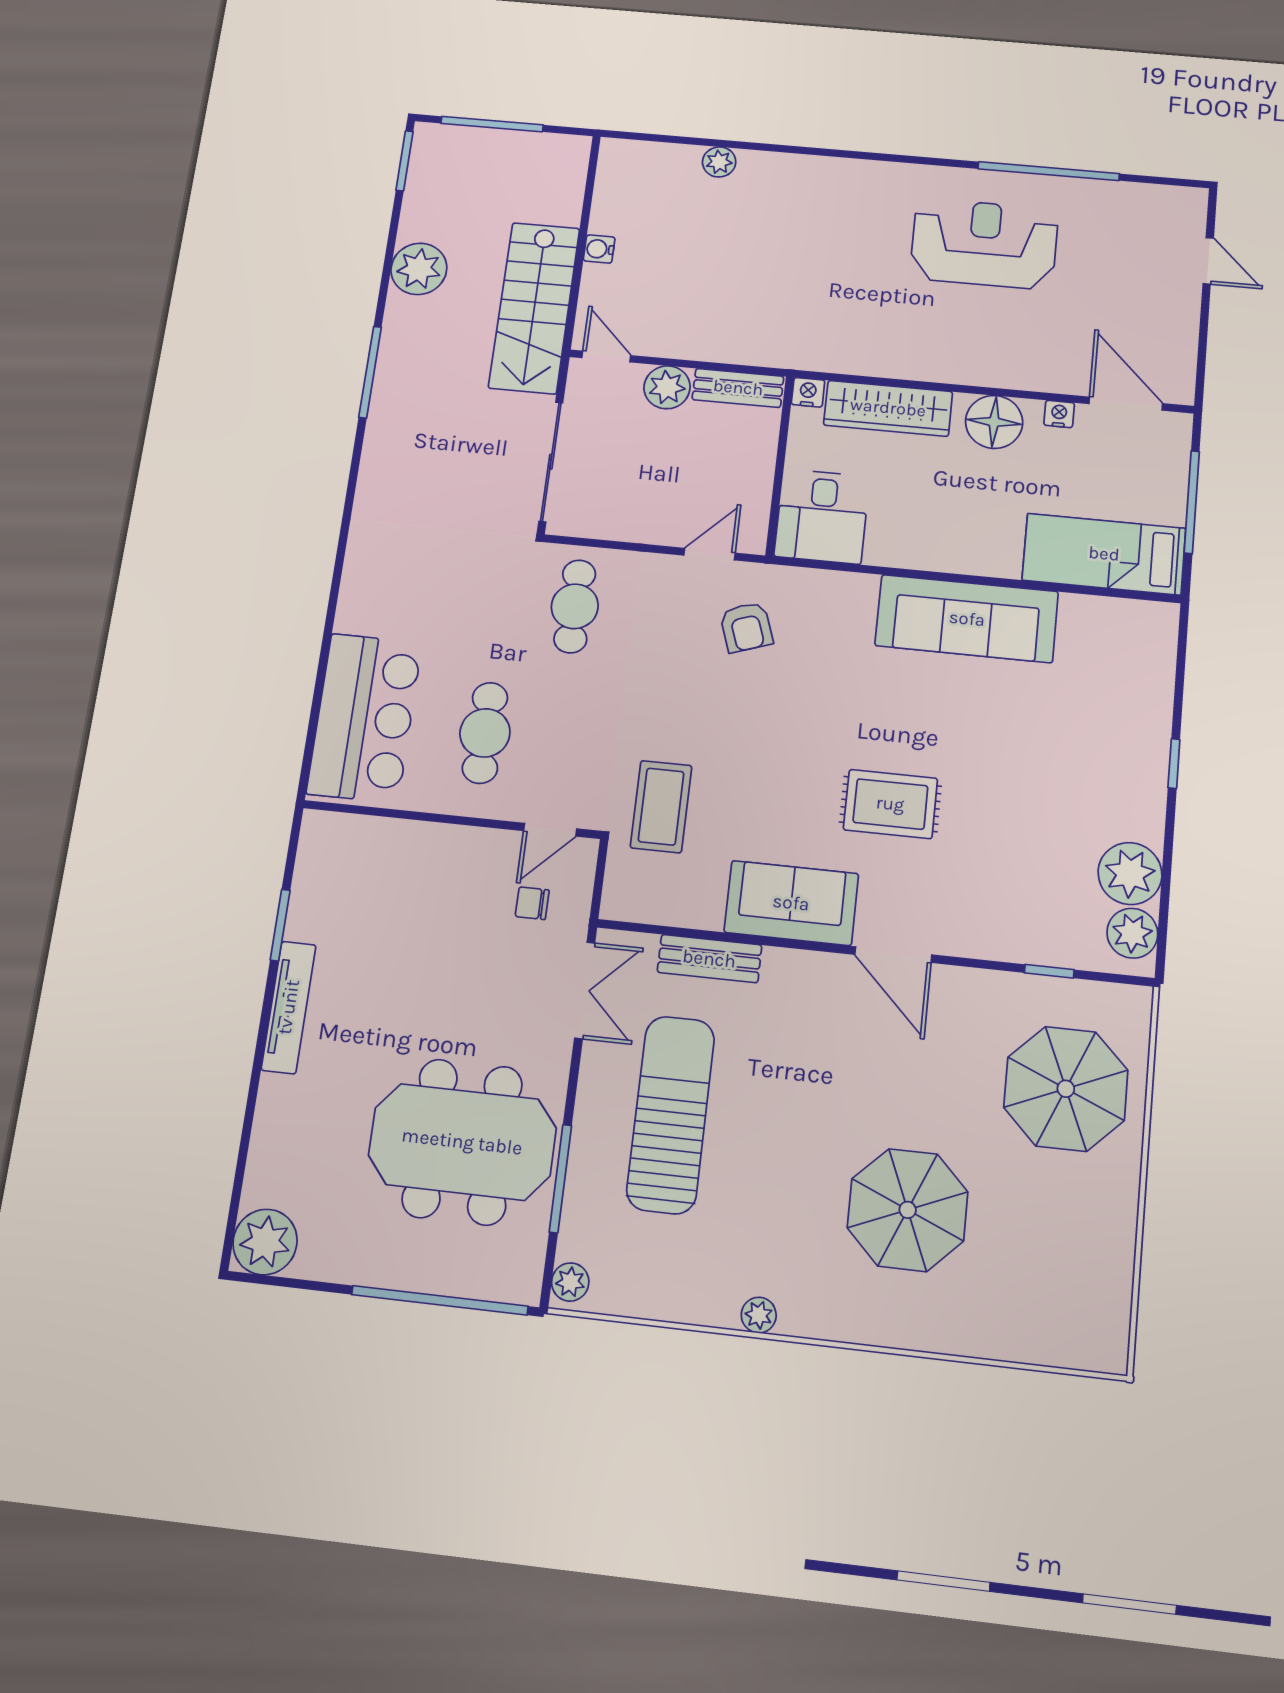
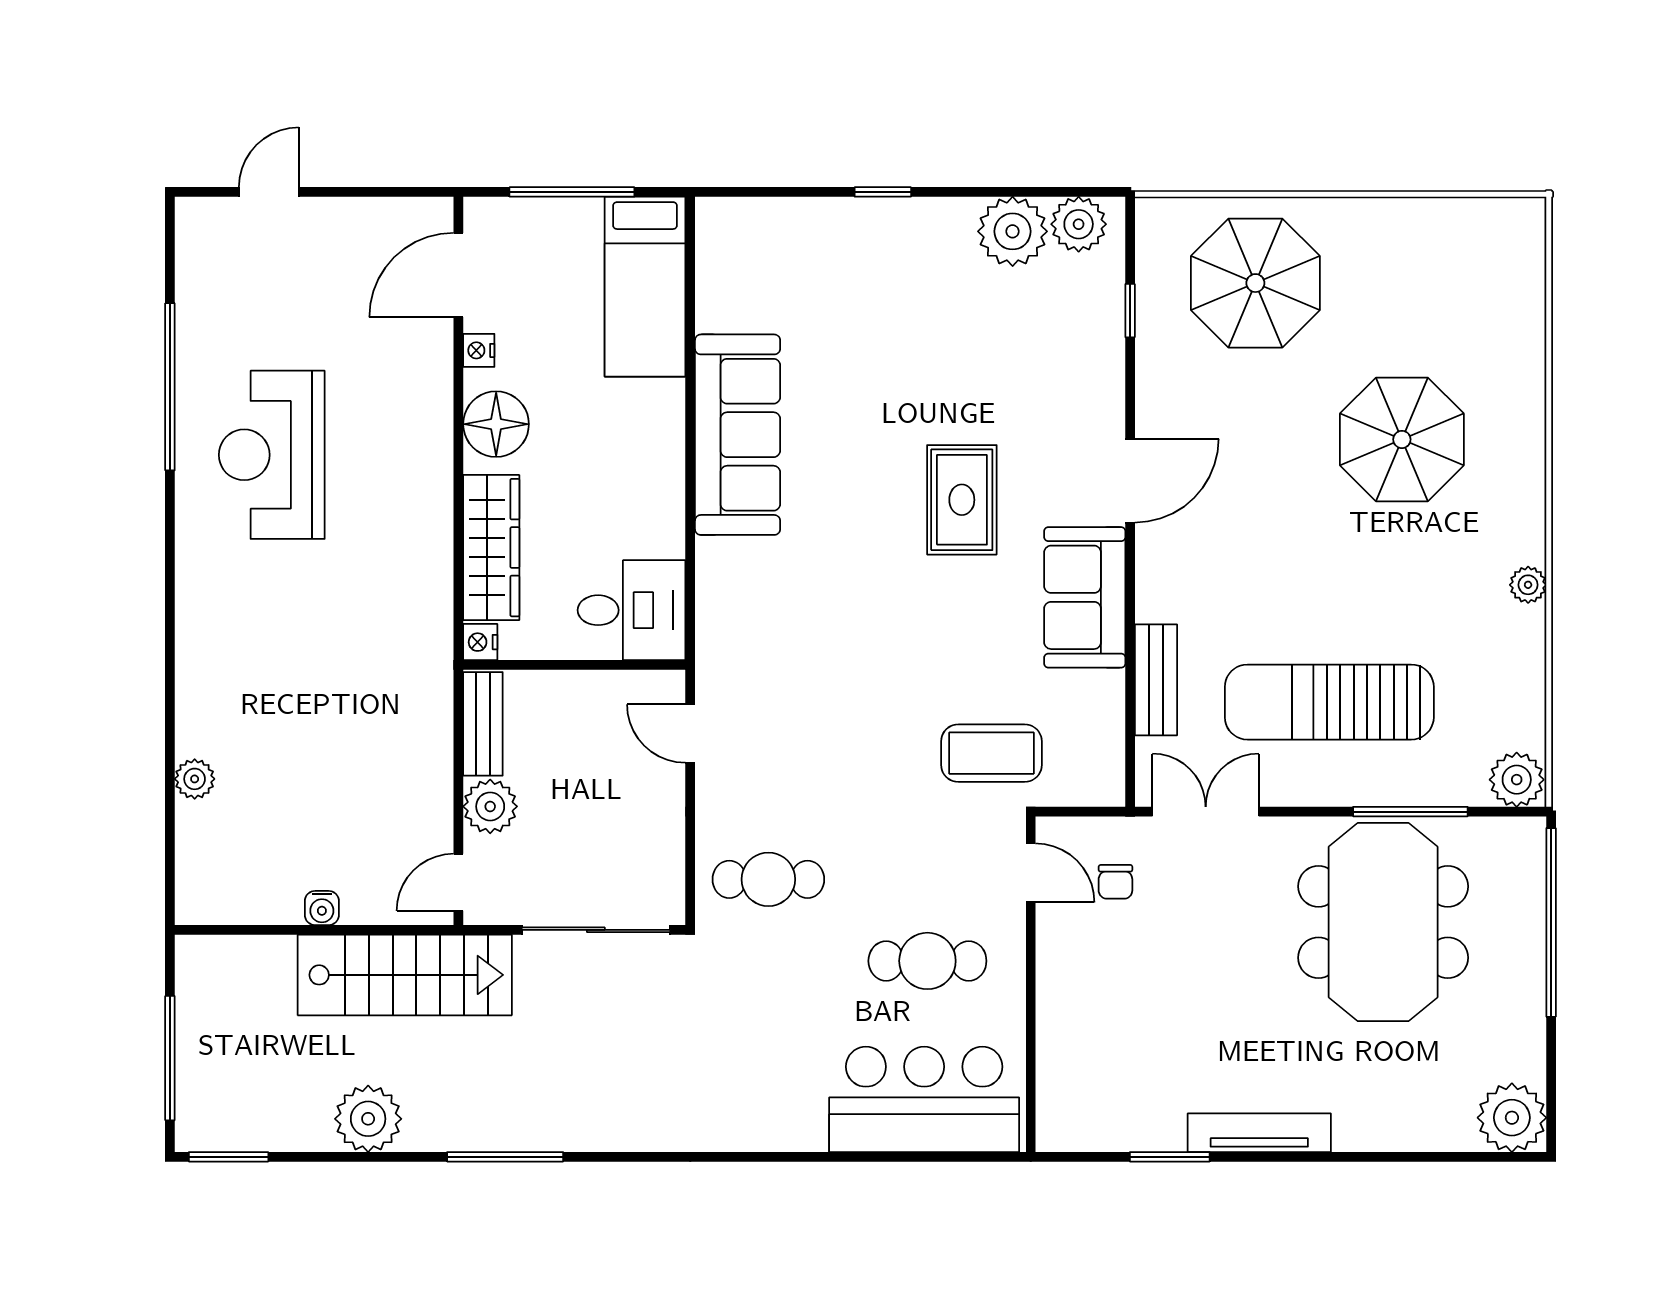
armchair: (746, 627) -> (773, 682), removed
plant: (570, 1282) -> (1517, 780), width x1.38, depth x1.38

